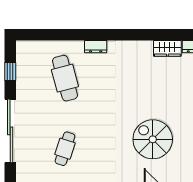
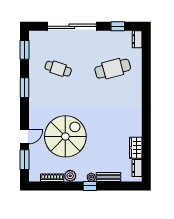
dresser: (96, 47) -> (137, 39), moved
spiral stairs: (153, 139) -> (65, 136), width x1.37, depth x1.37

